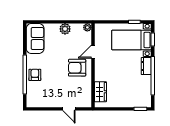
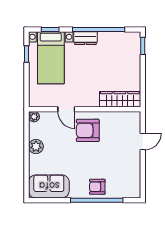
armchair: (77, 68) -> (88, 130), turned 90
wardrobe: (100, 92) -> (120, 99), width x1.50

